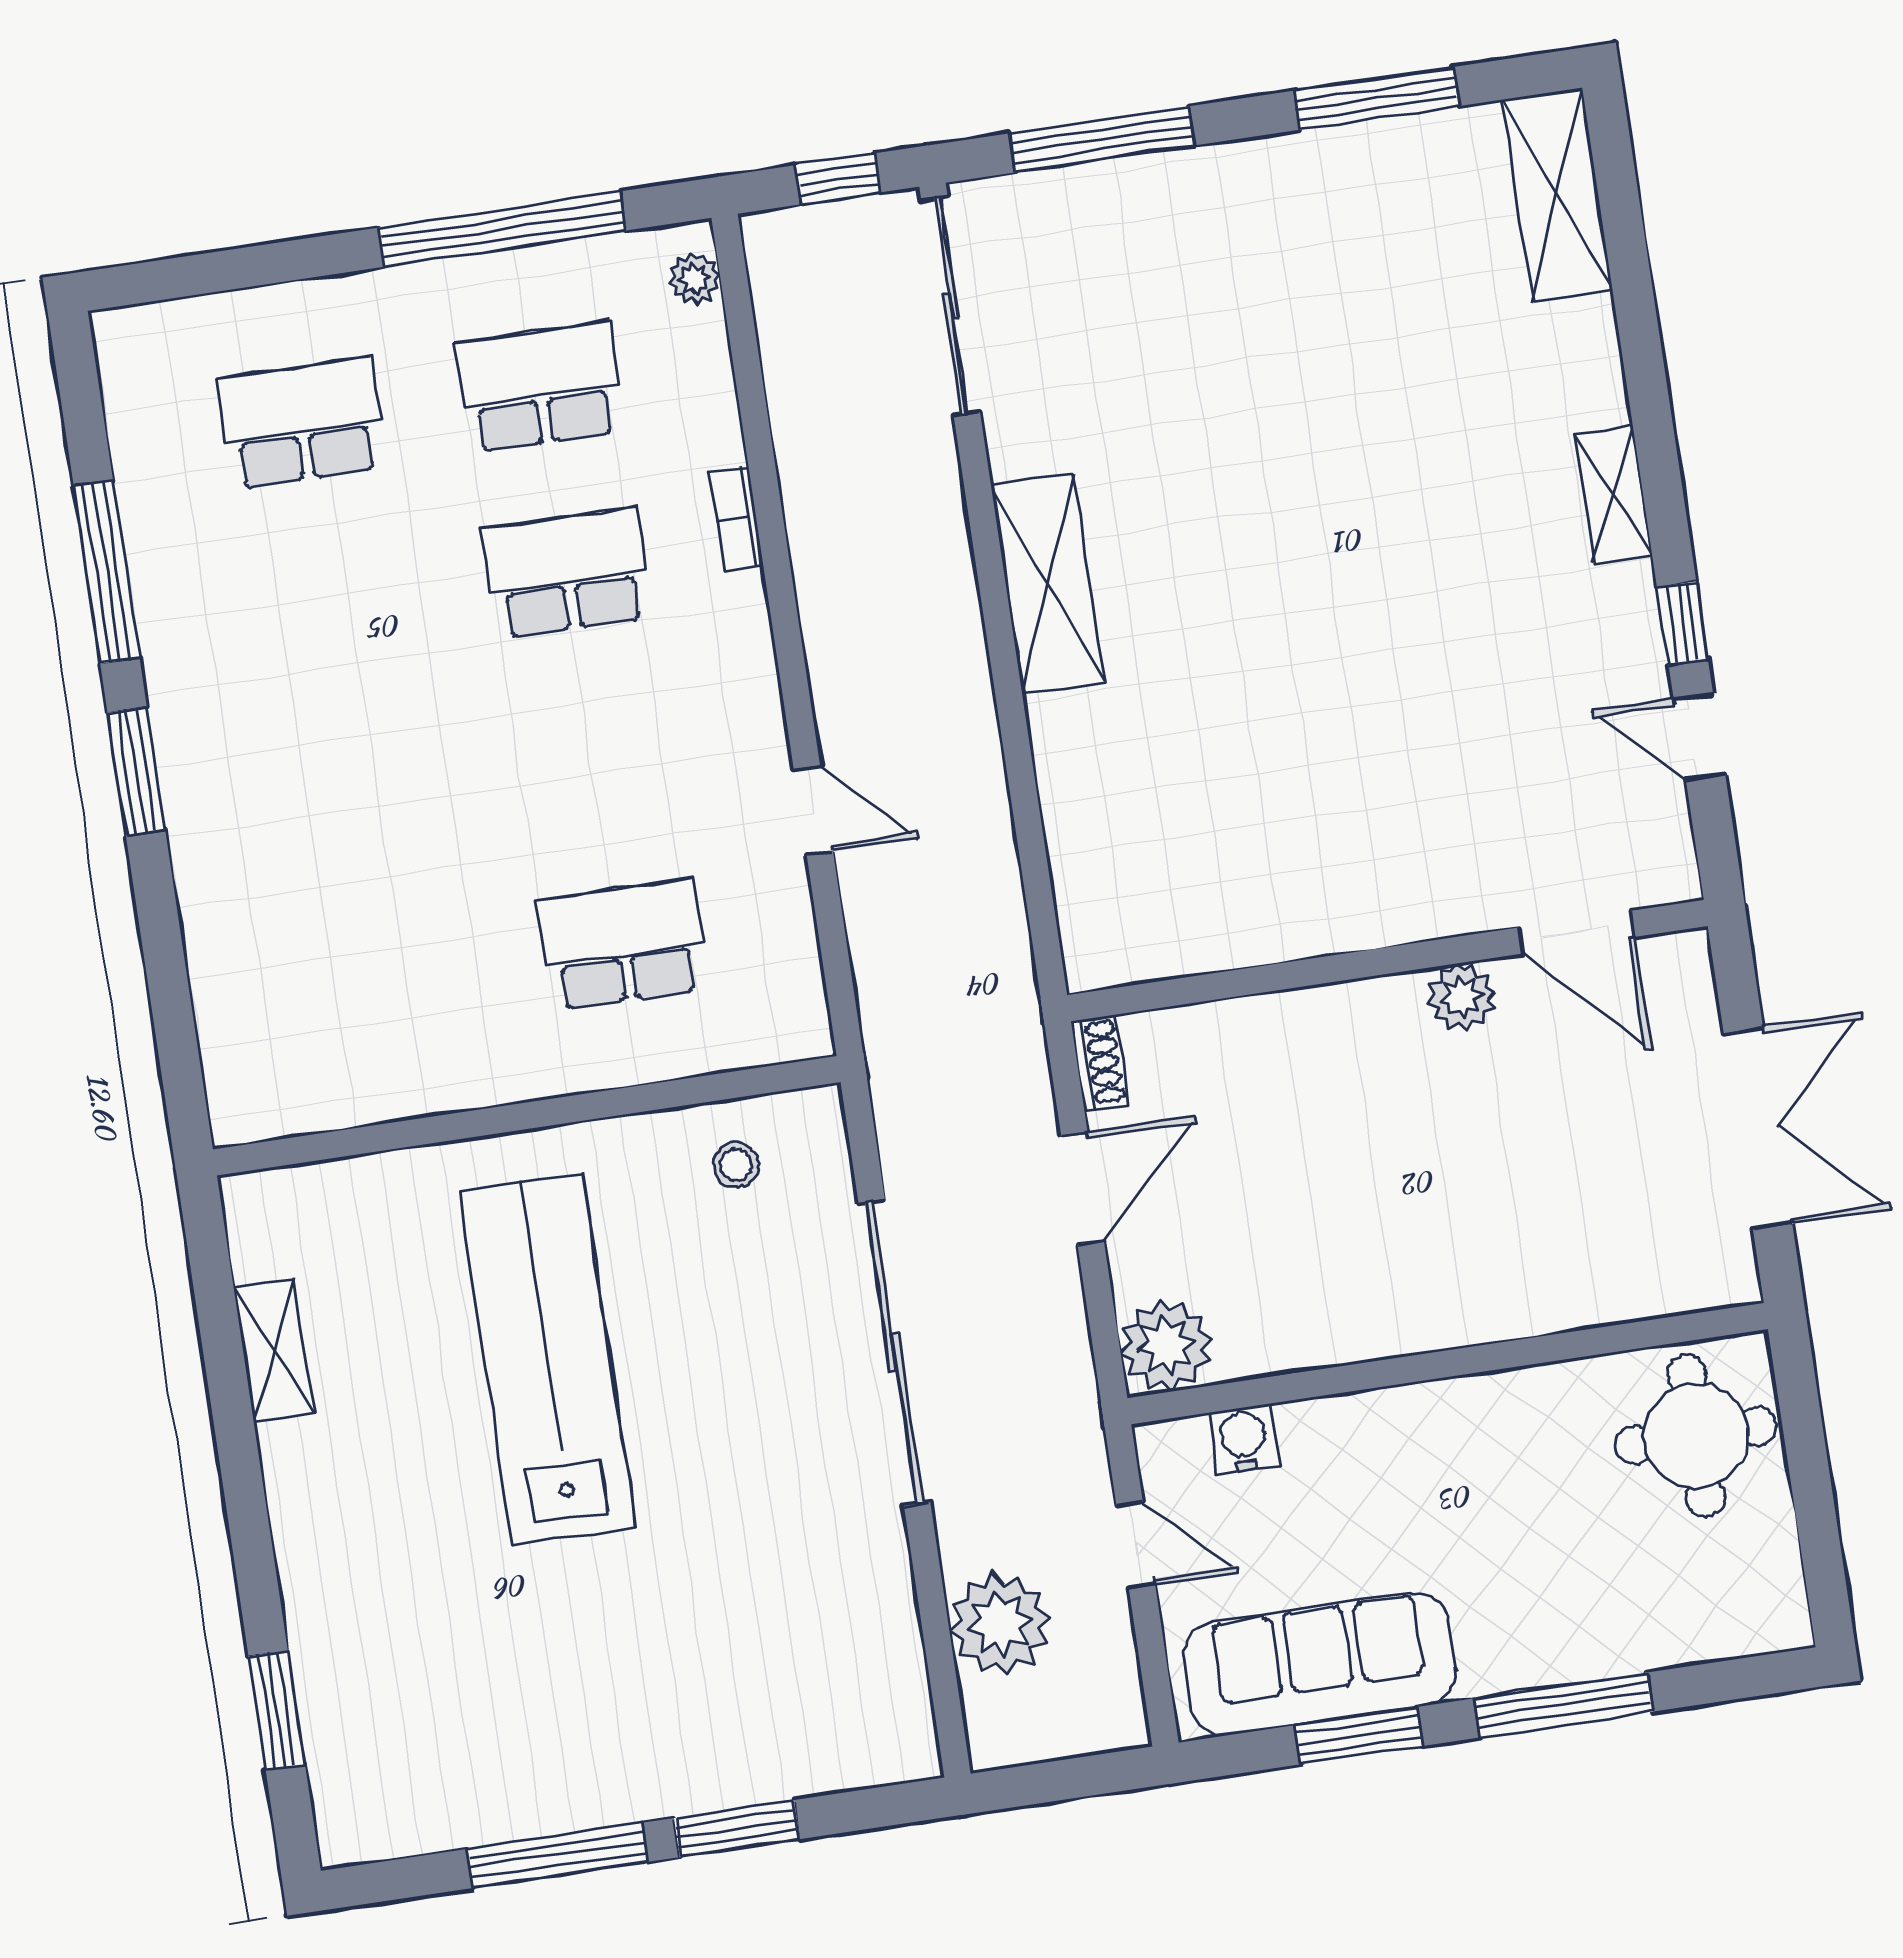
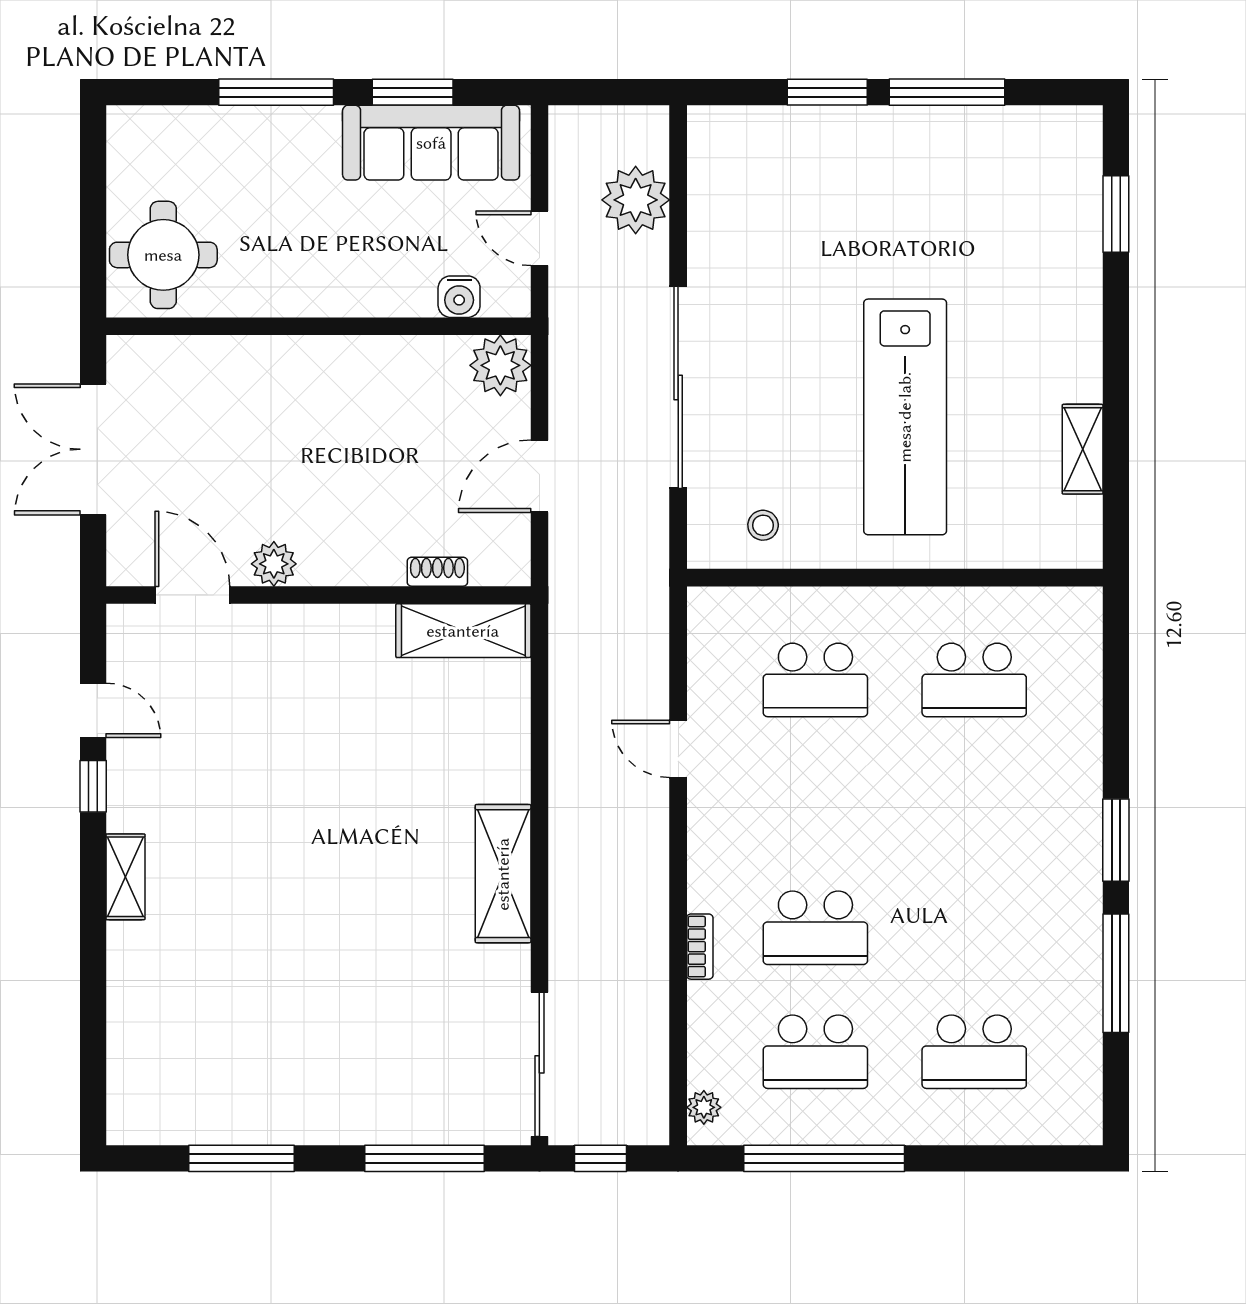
shelving: (1557, 195) -> (463, 631), moved, turned 90
school desk: (385, 980) -> (974, 680), added
shoe rack: (1099, 1063) -> (437, 572), moved, turned 90

